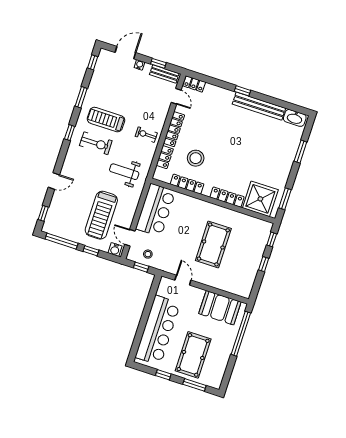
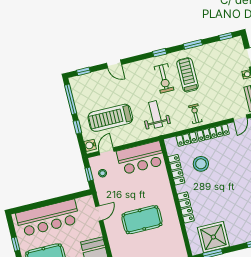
shower: (260, 199) -> (213, 237), moved

